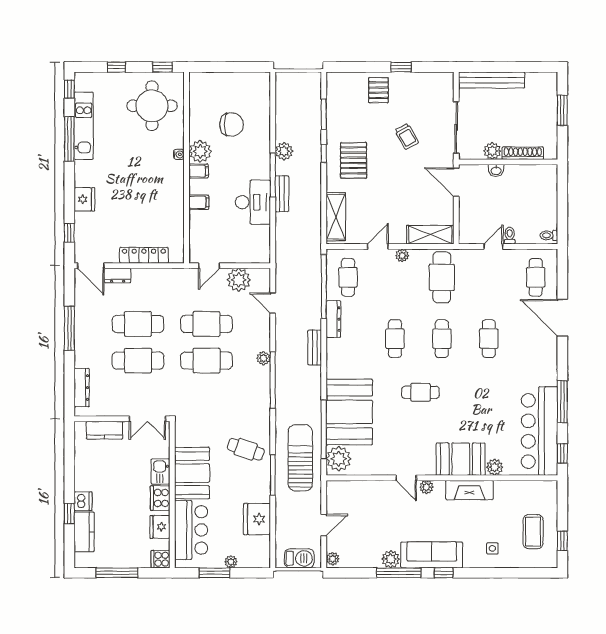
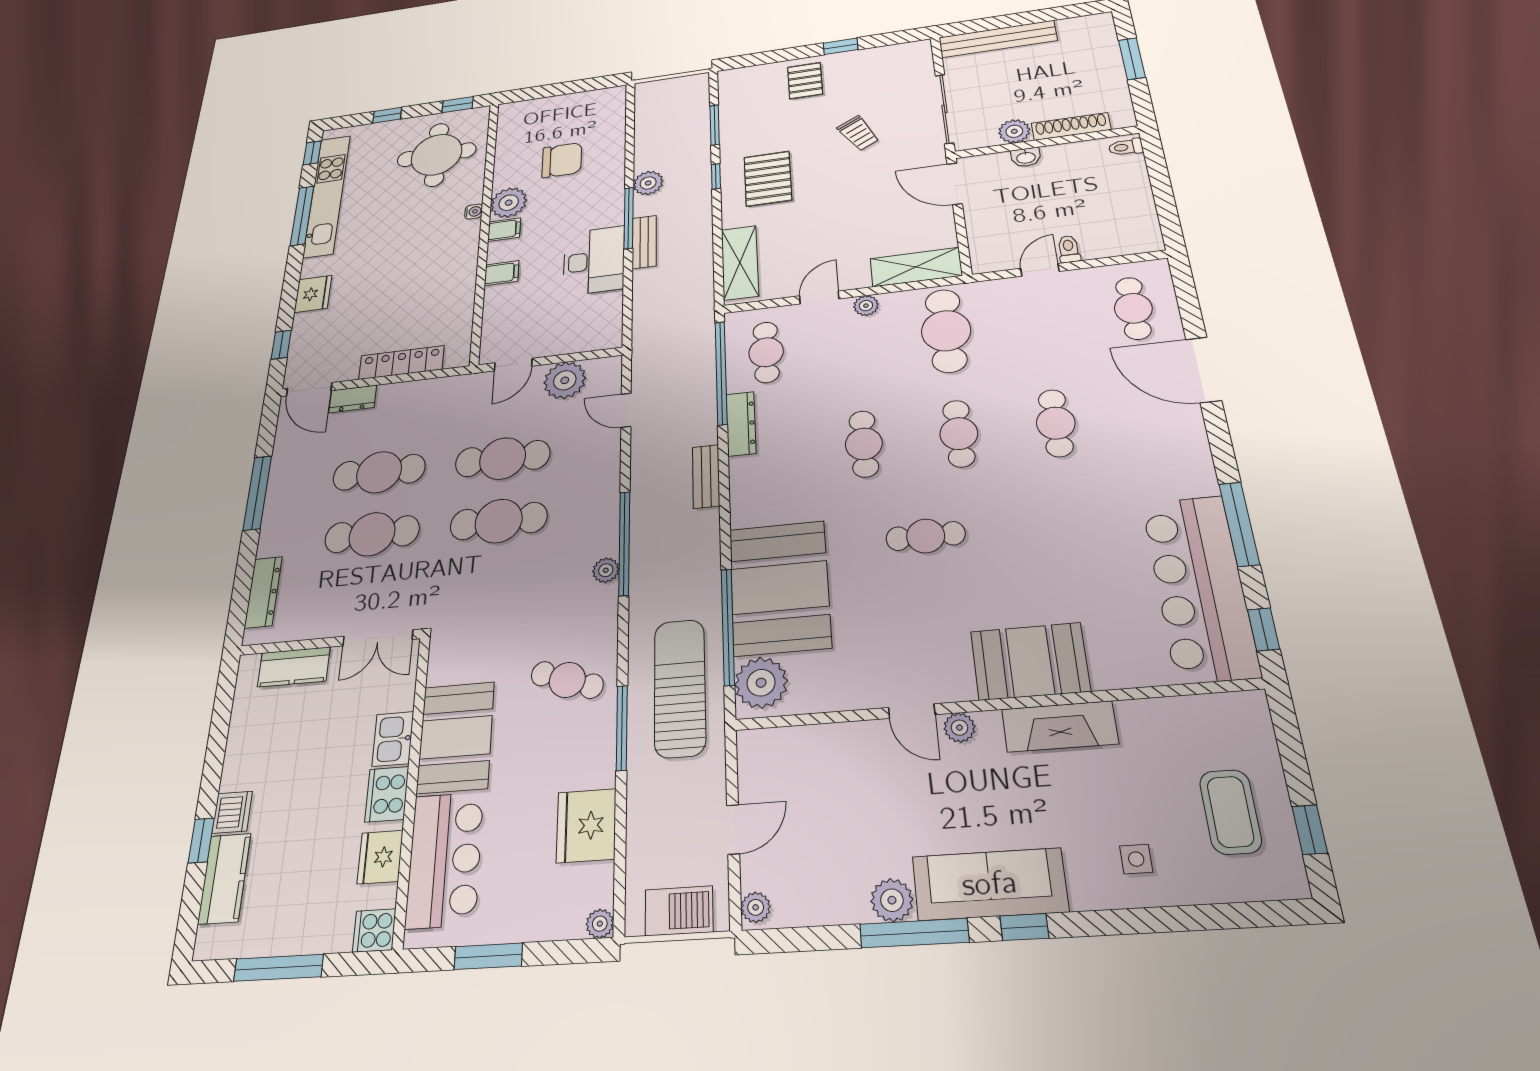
kitchen unit: (84, 126) -> (327, 196), width x1.36
toilet: (549, 235) -> (1126, 147), moved
plant: (264, 358) -> (606, 570), moved
plant: (495, 467) -> (1110, 672), removed
plant: (231, 562) -> (600, 924), moved

